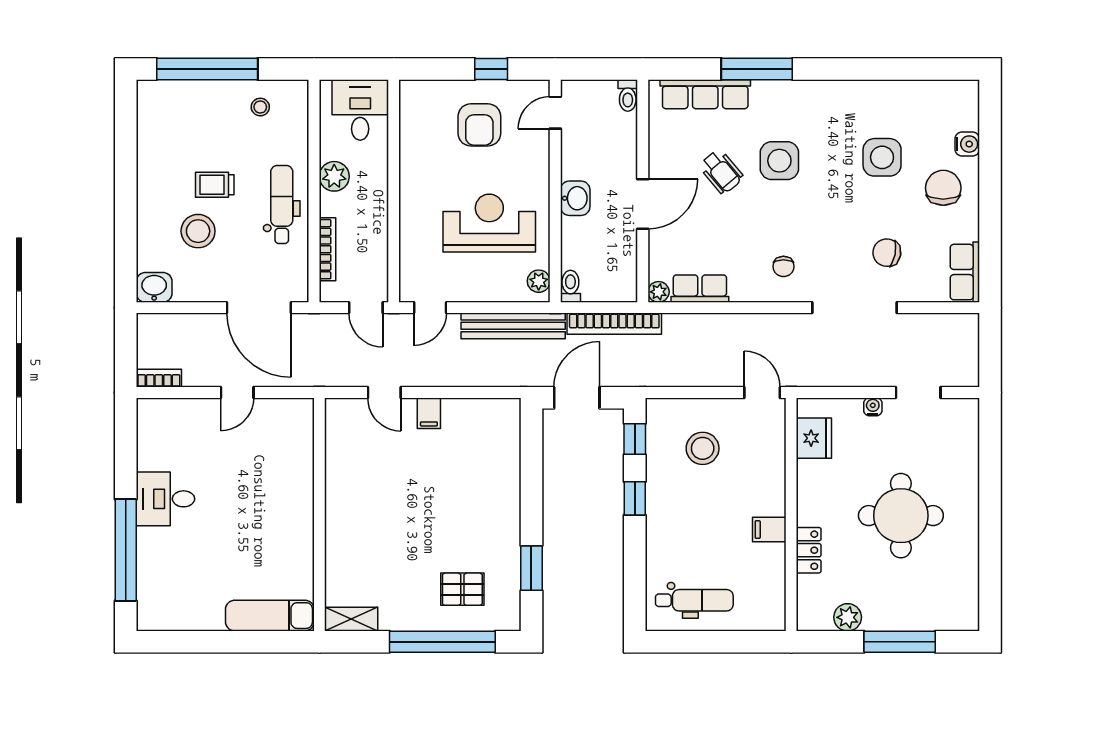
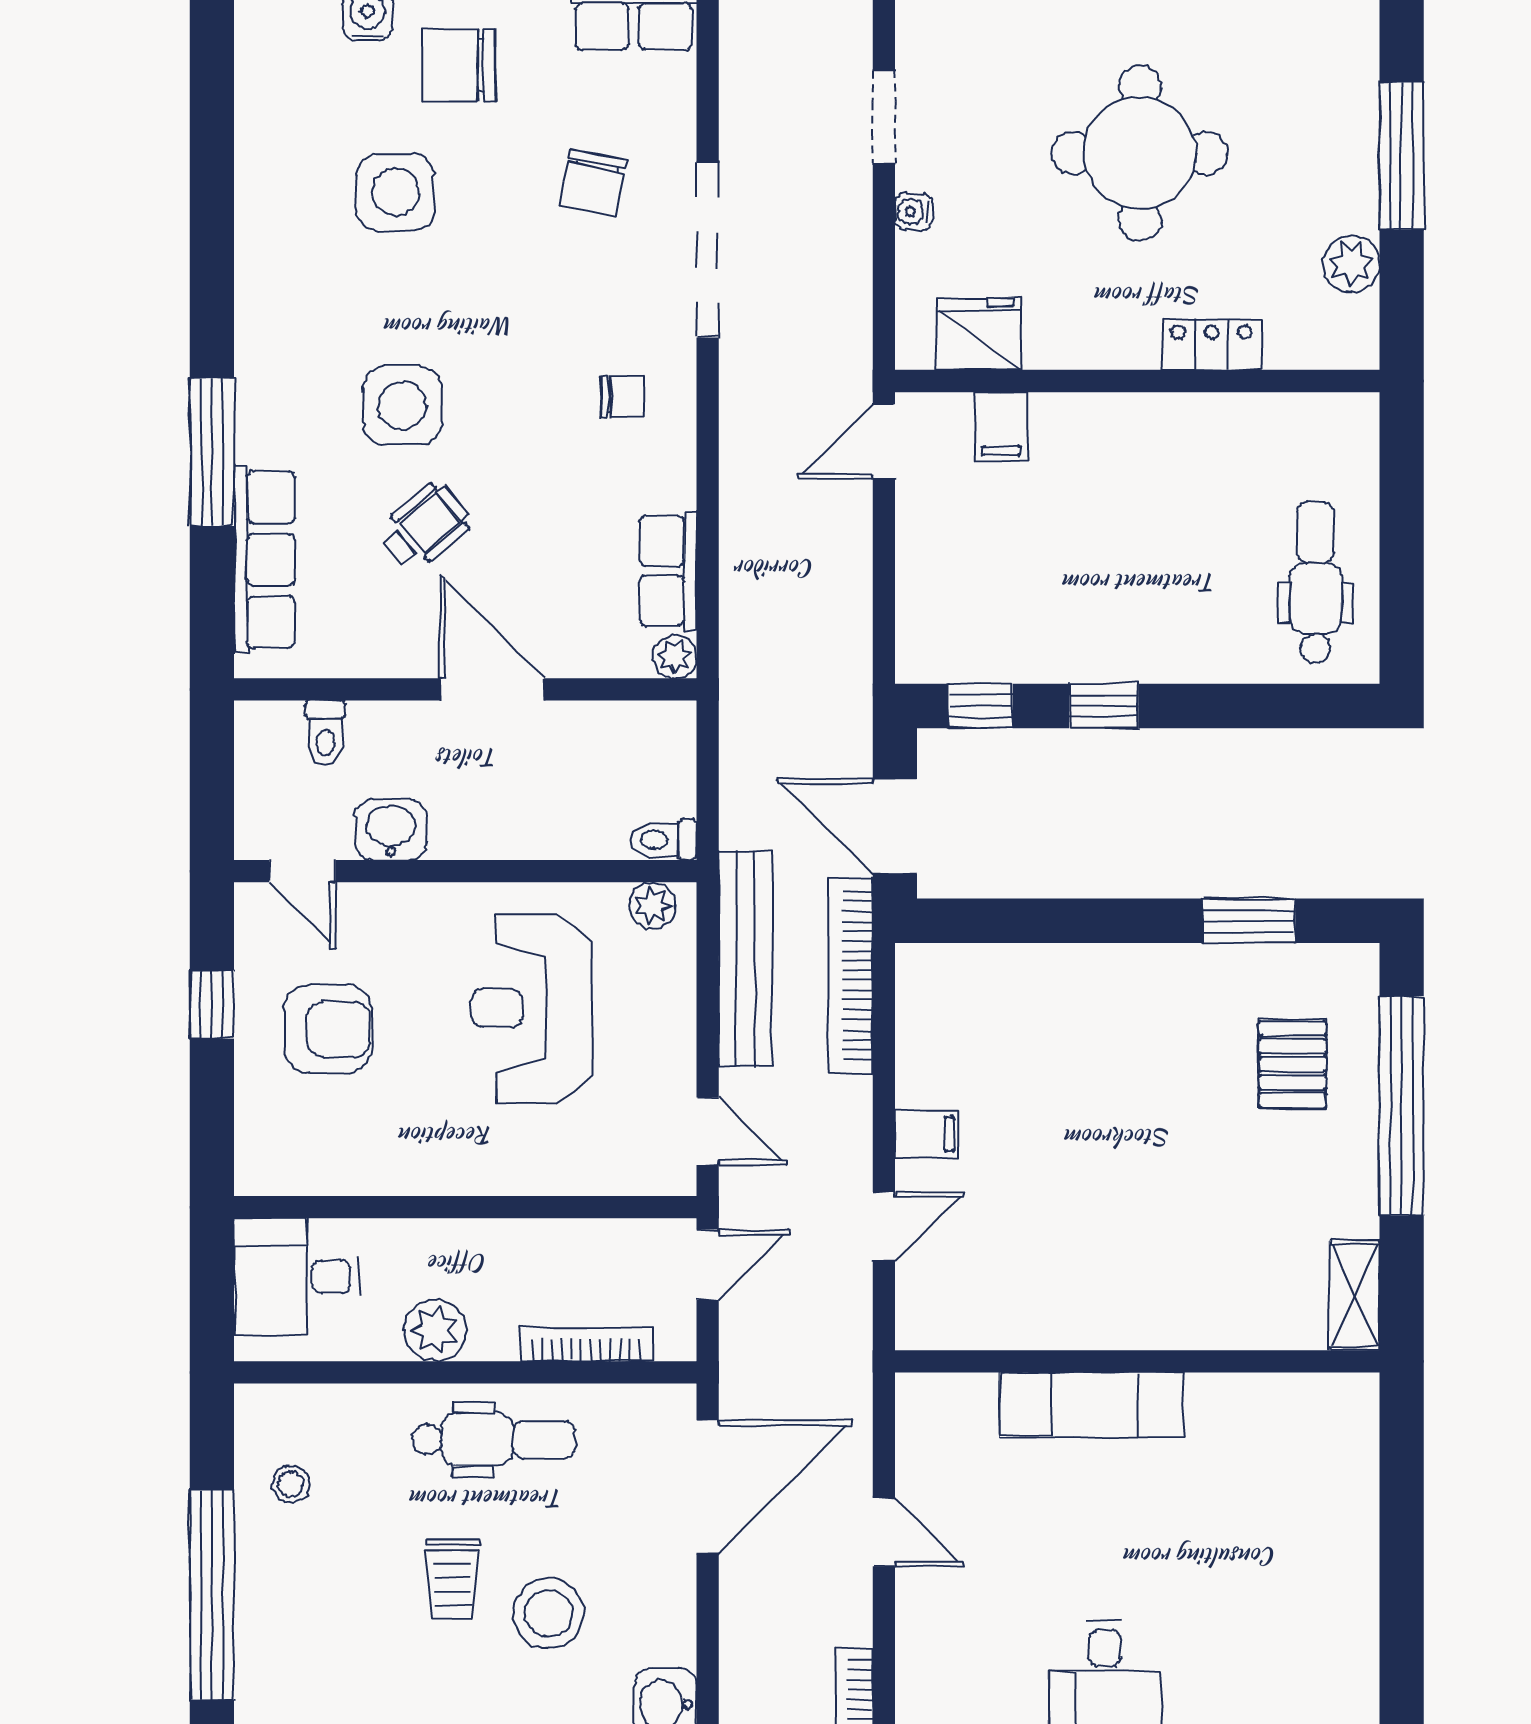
toilet: (628, 95) -> (325, 733), moved, turned 90
washbasin: (575, 198) -> (391, 830), moved
dental chair: (282, 205) -> (493, 1439), turned 180
bookcase: (614, 324) -> (851, 976), moved, turned 180
stool: (703, 448) -> (1000, 565), removed
filing cabinet: (769, 530) -> (1001, 426), moved
exam couch: (270, 616) -> (1092, 1405), moved, turned -90

